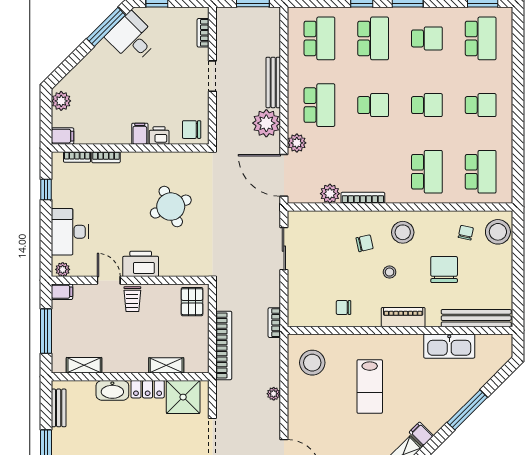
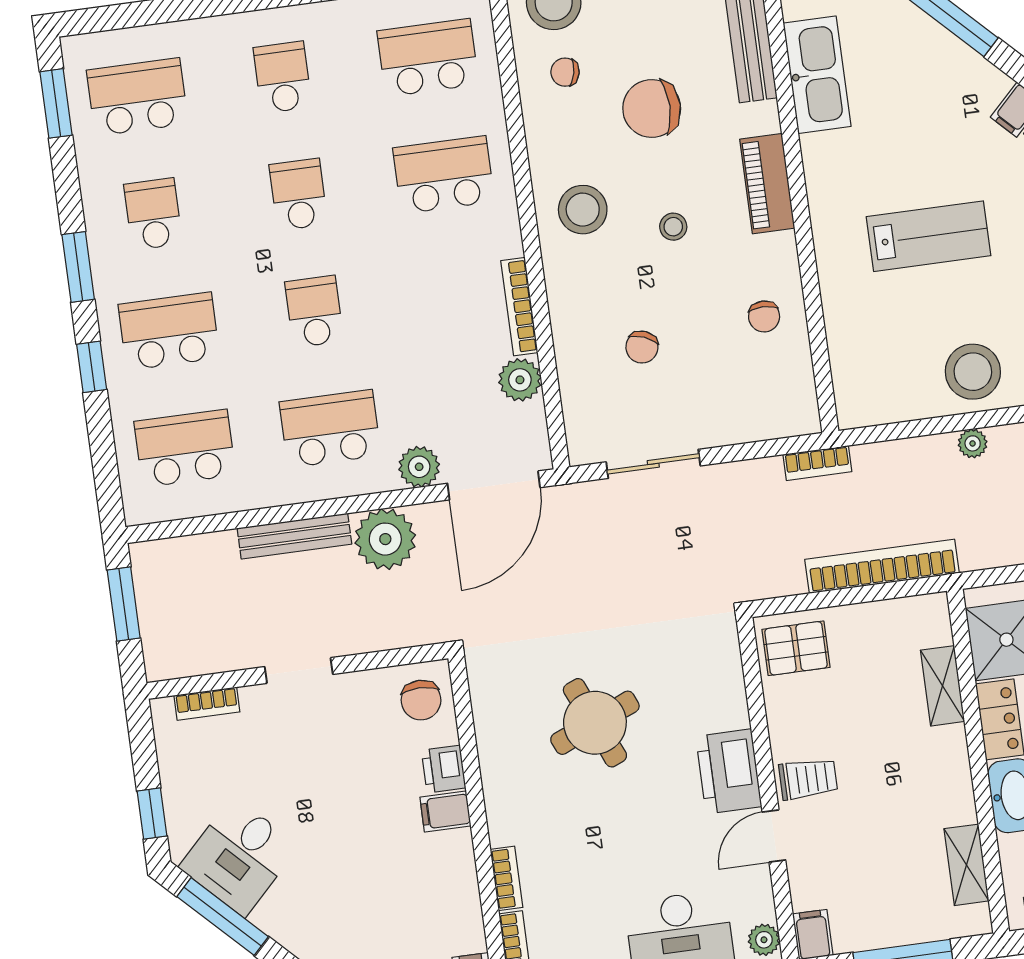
chair: (365, 243) -> (642, 347), moved, turned -145
stool: (312, 363) -> (973, 372), moved

